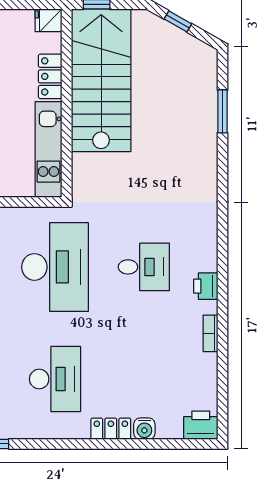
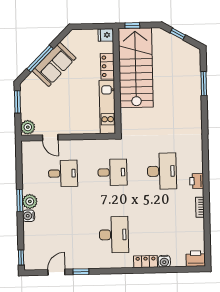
desk: (55, 267) -> (112, 172), width x0.53, depth x0.77
desk: (144, 267) -> (162, 171), width x1.37

